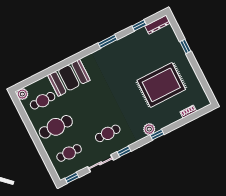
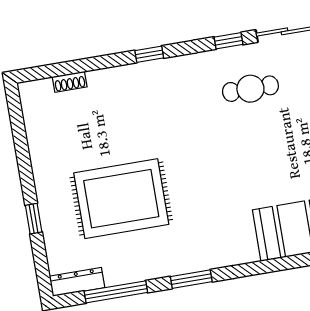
window: (139, 25) -> (116, 292), width x2.17
rug: (161, 85) -> (121, 199), moved
plant: (149, 129) -> (162, 71), removed

